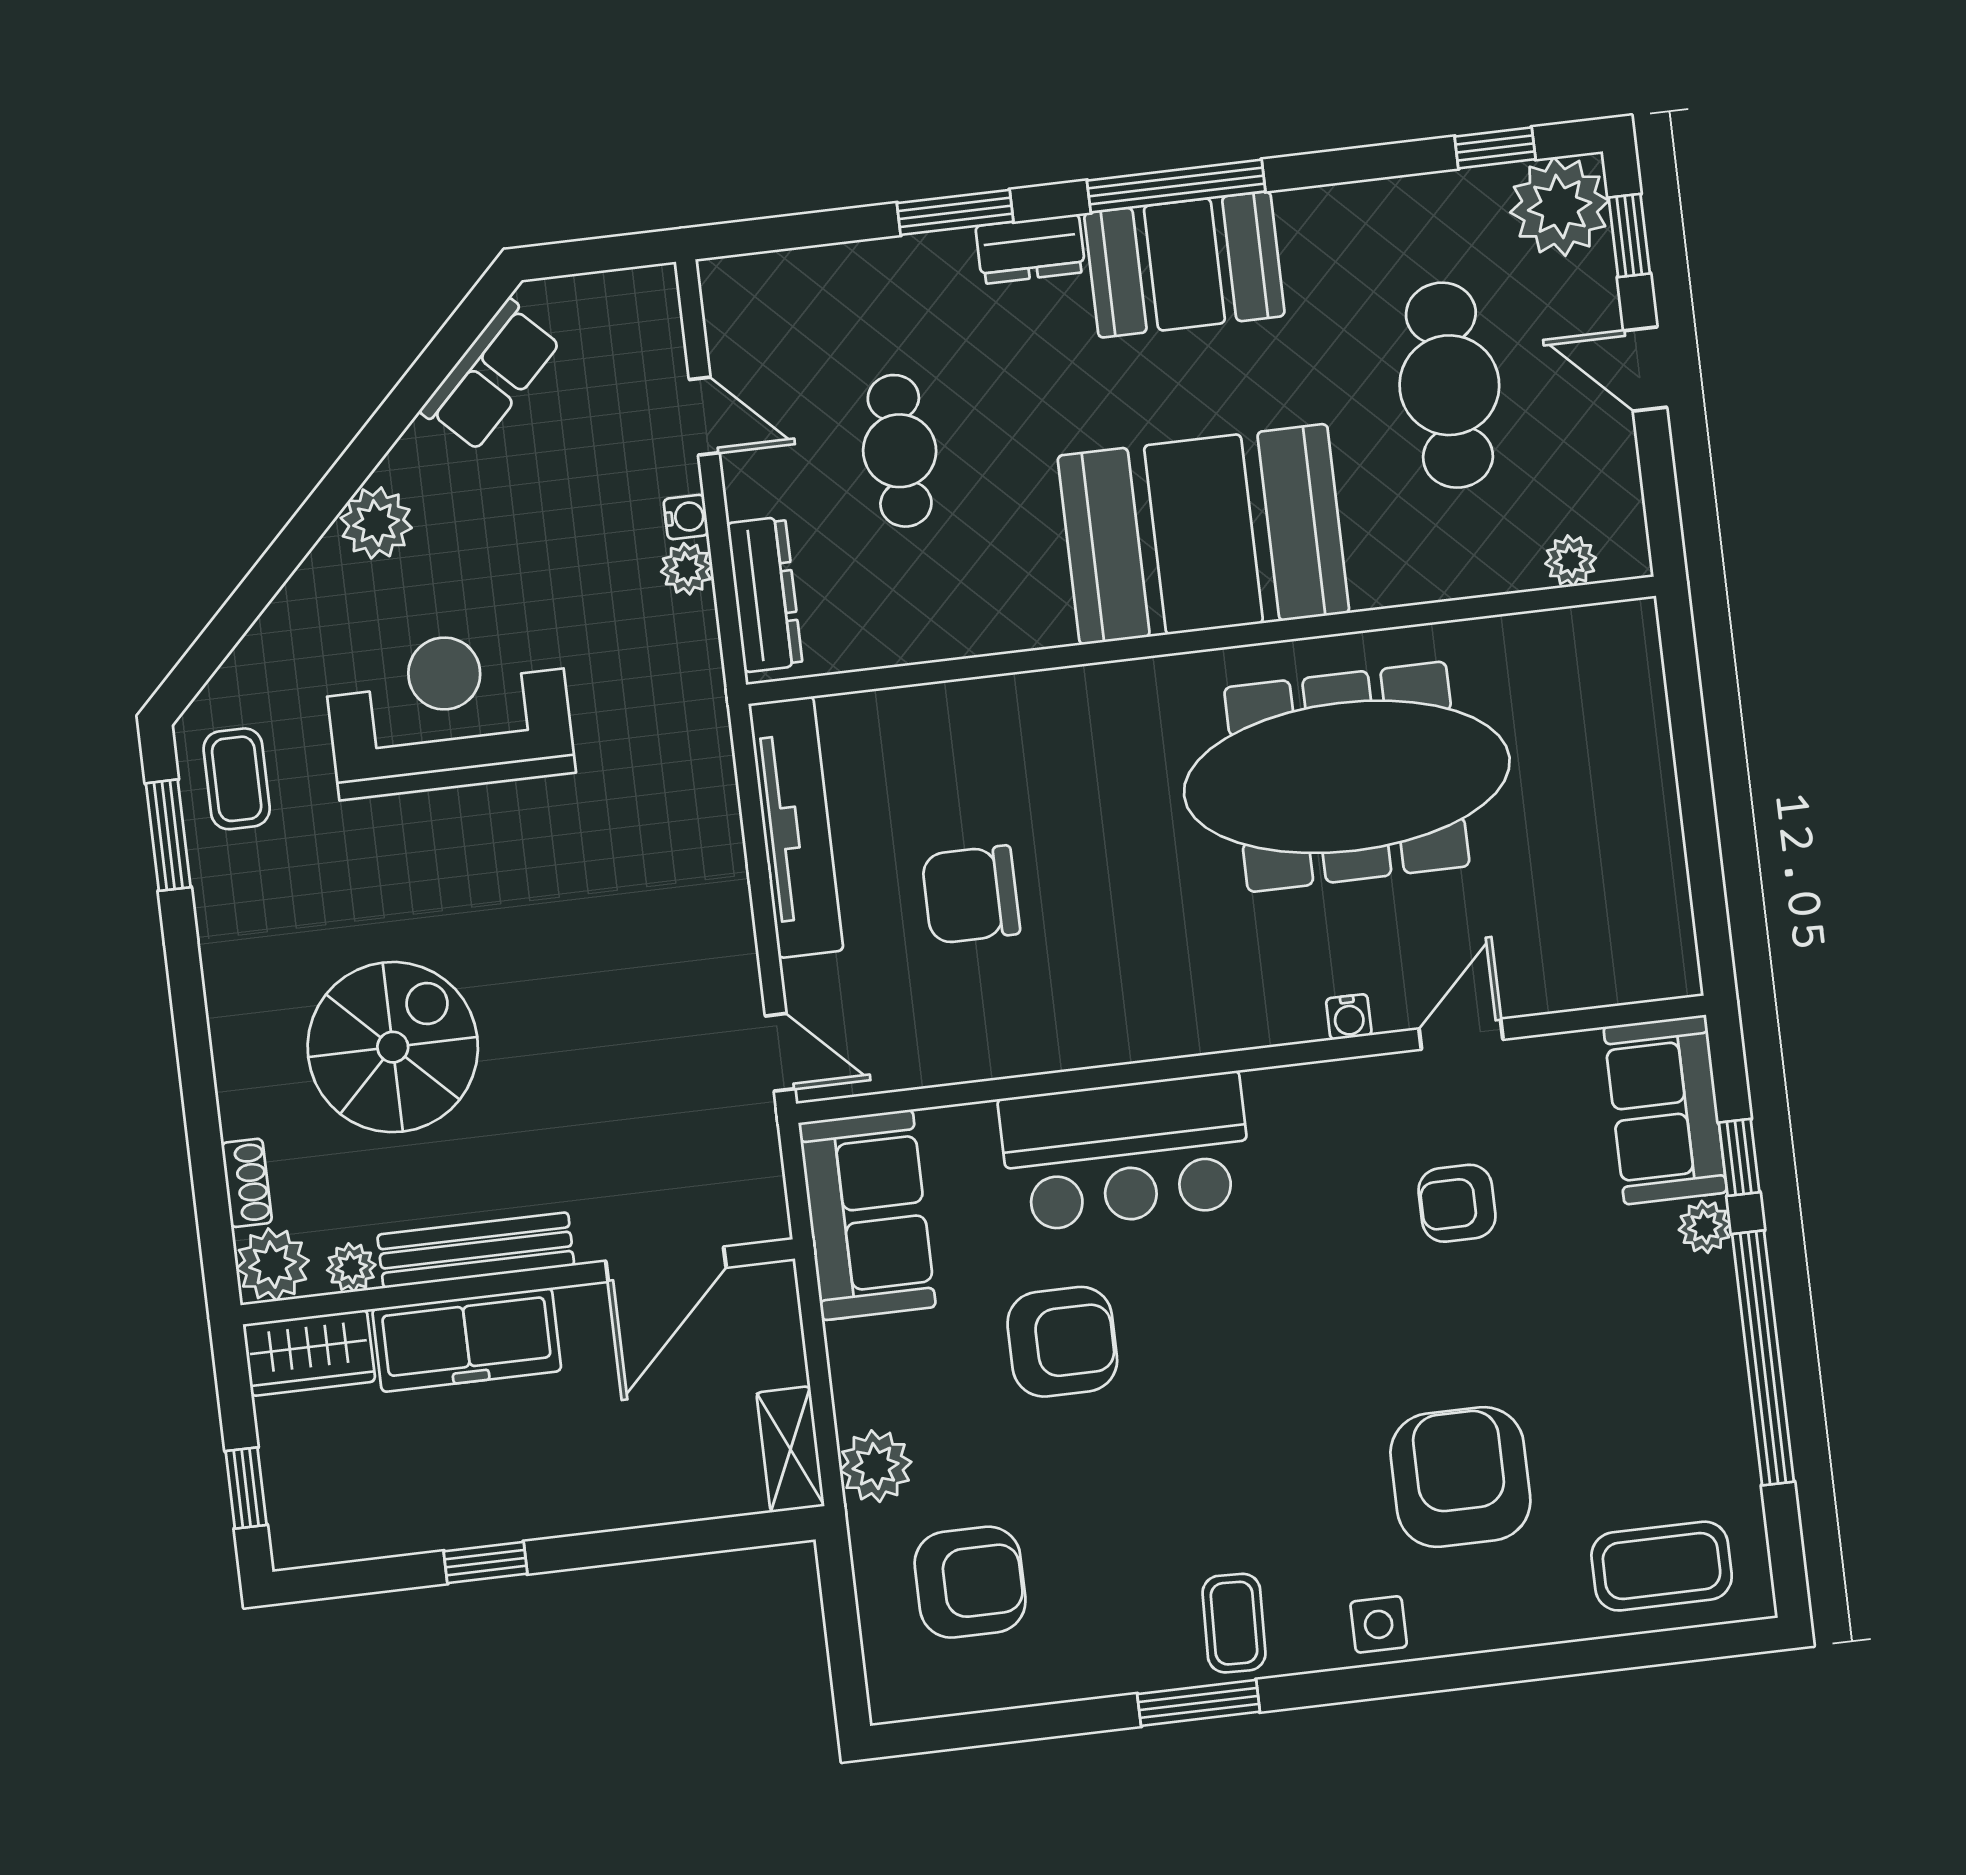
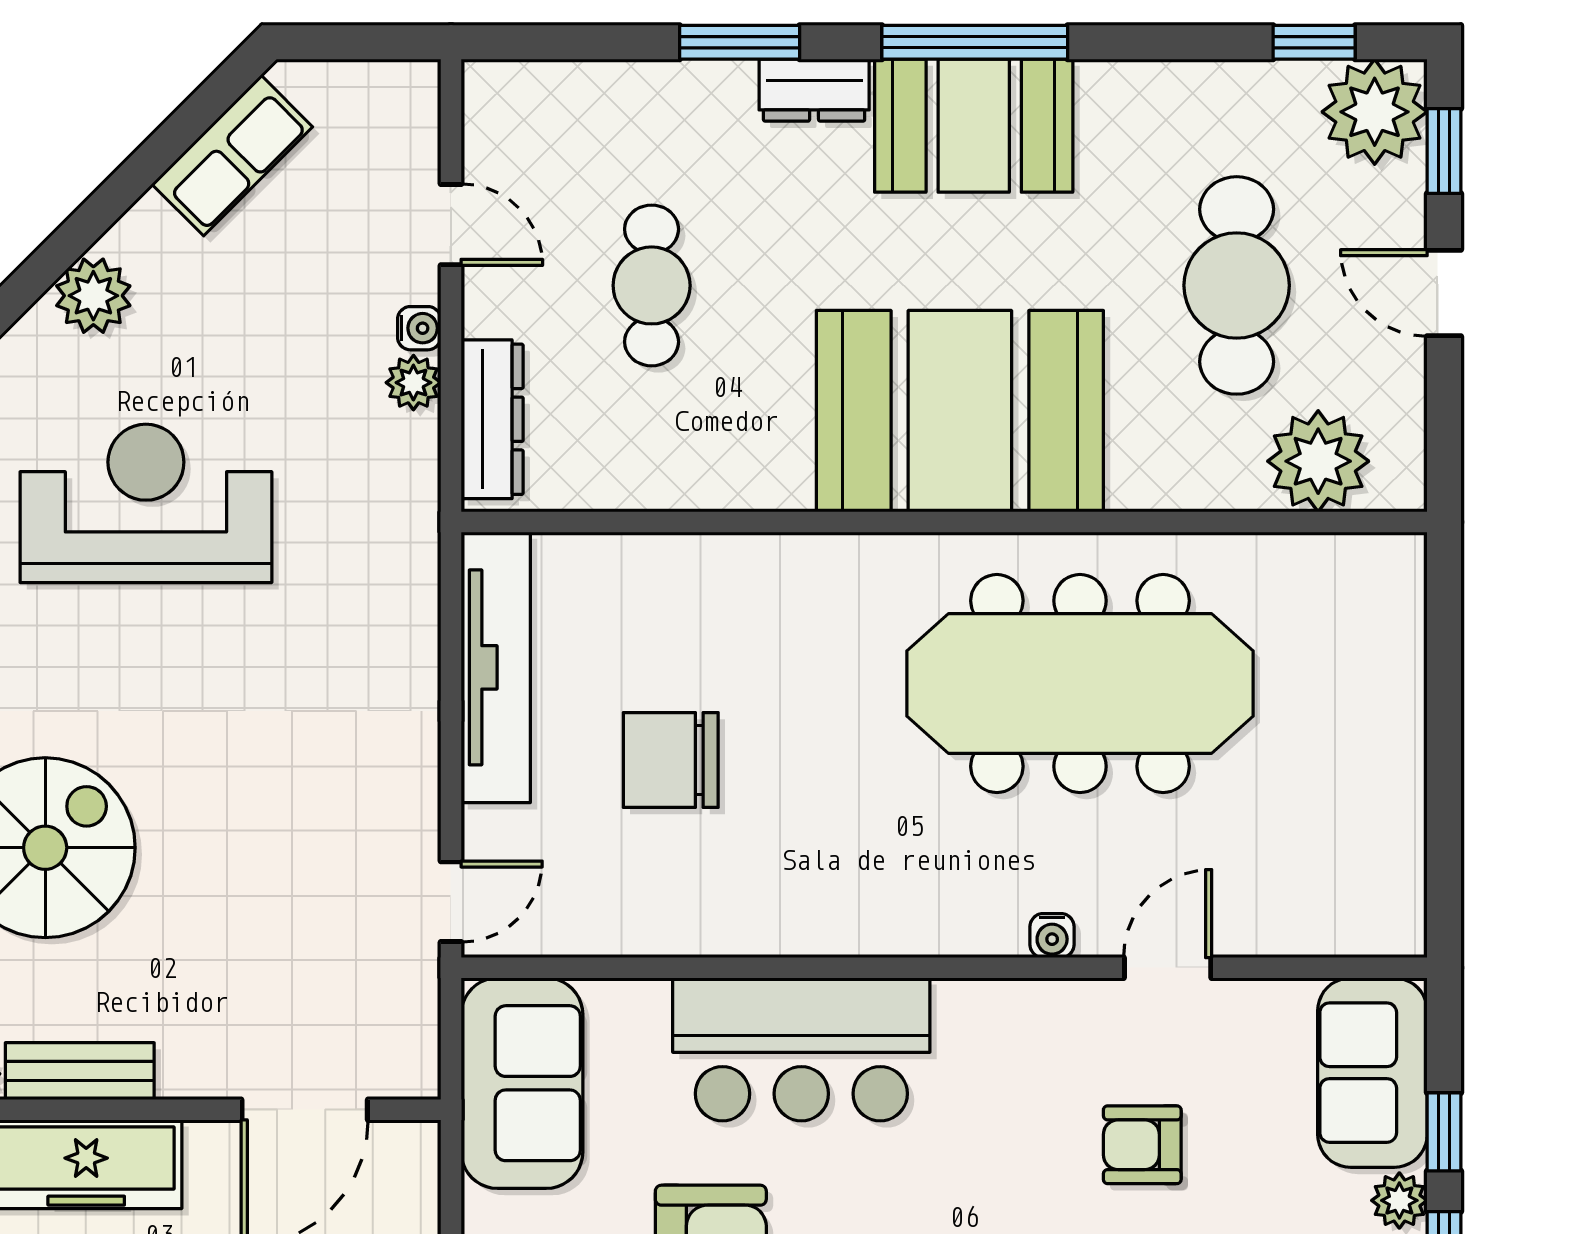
plant: (1571, 561) -> (1318, 461), width x1.87, depth x1.87
door: (780, 1052) -> (451, 902), hinge flipped
bench: (476, 1250) -> (80, 1071), width x0.73

